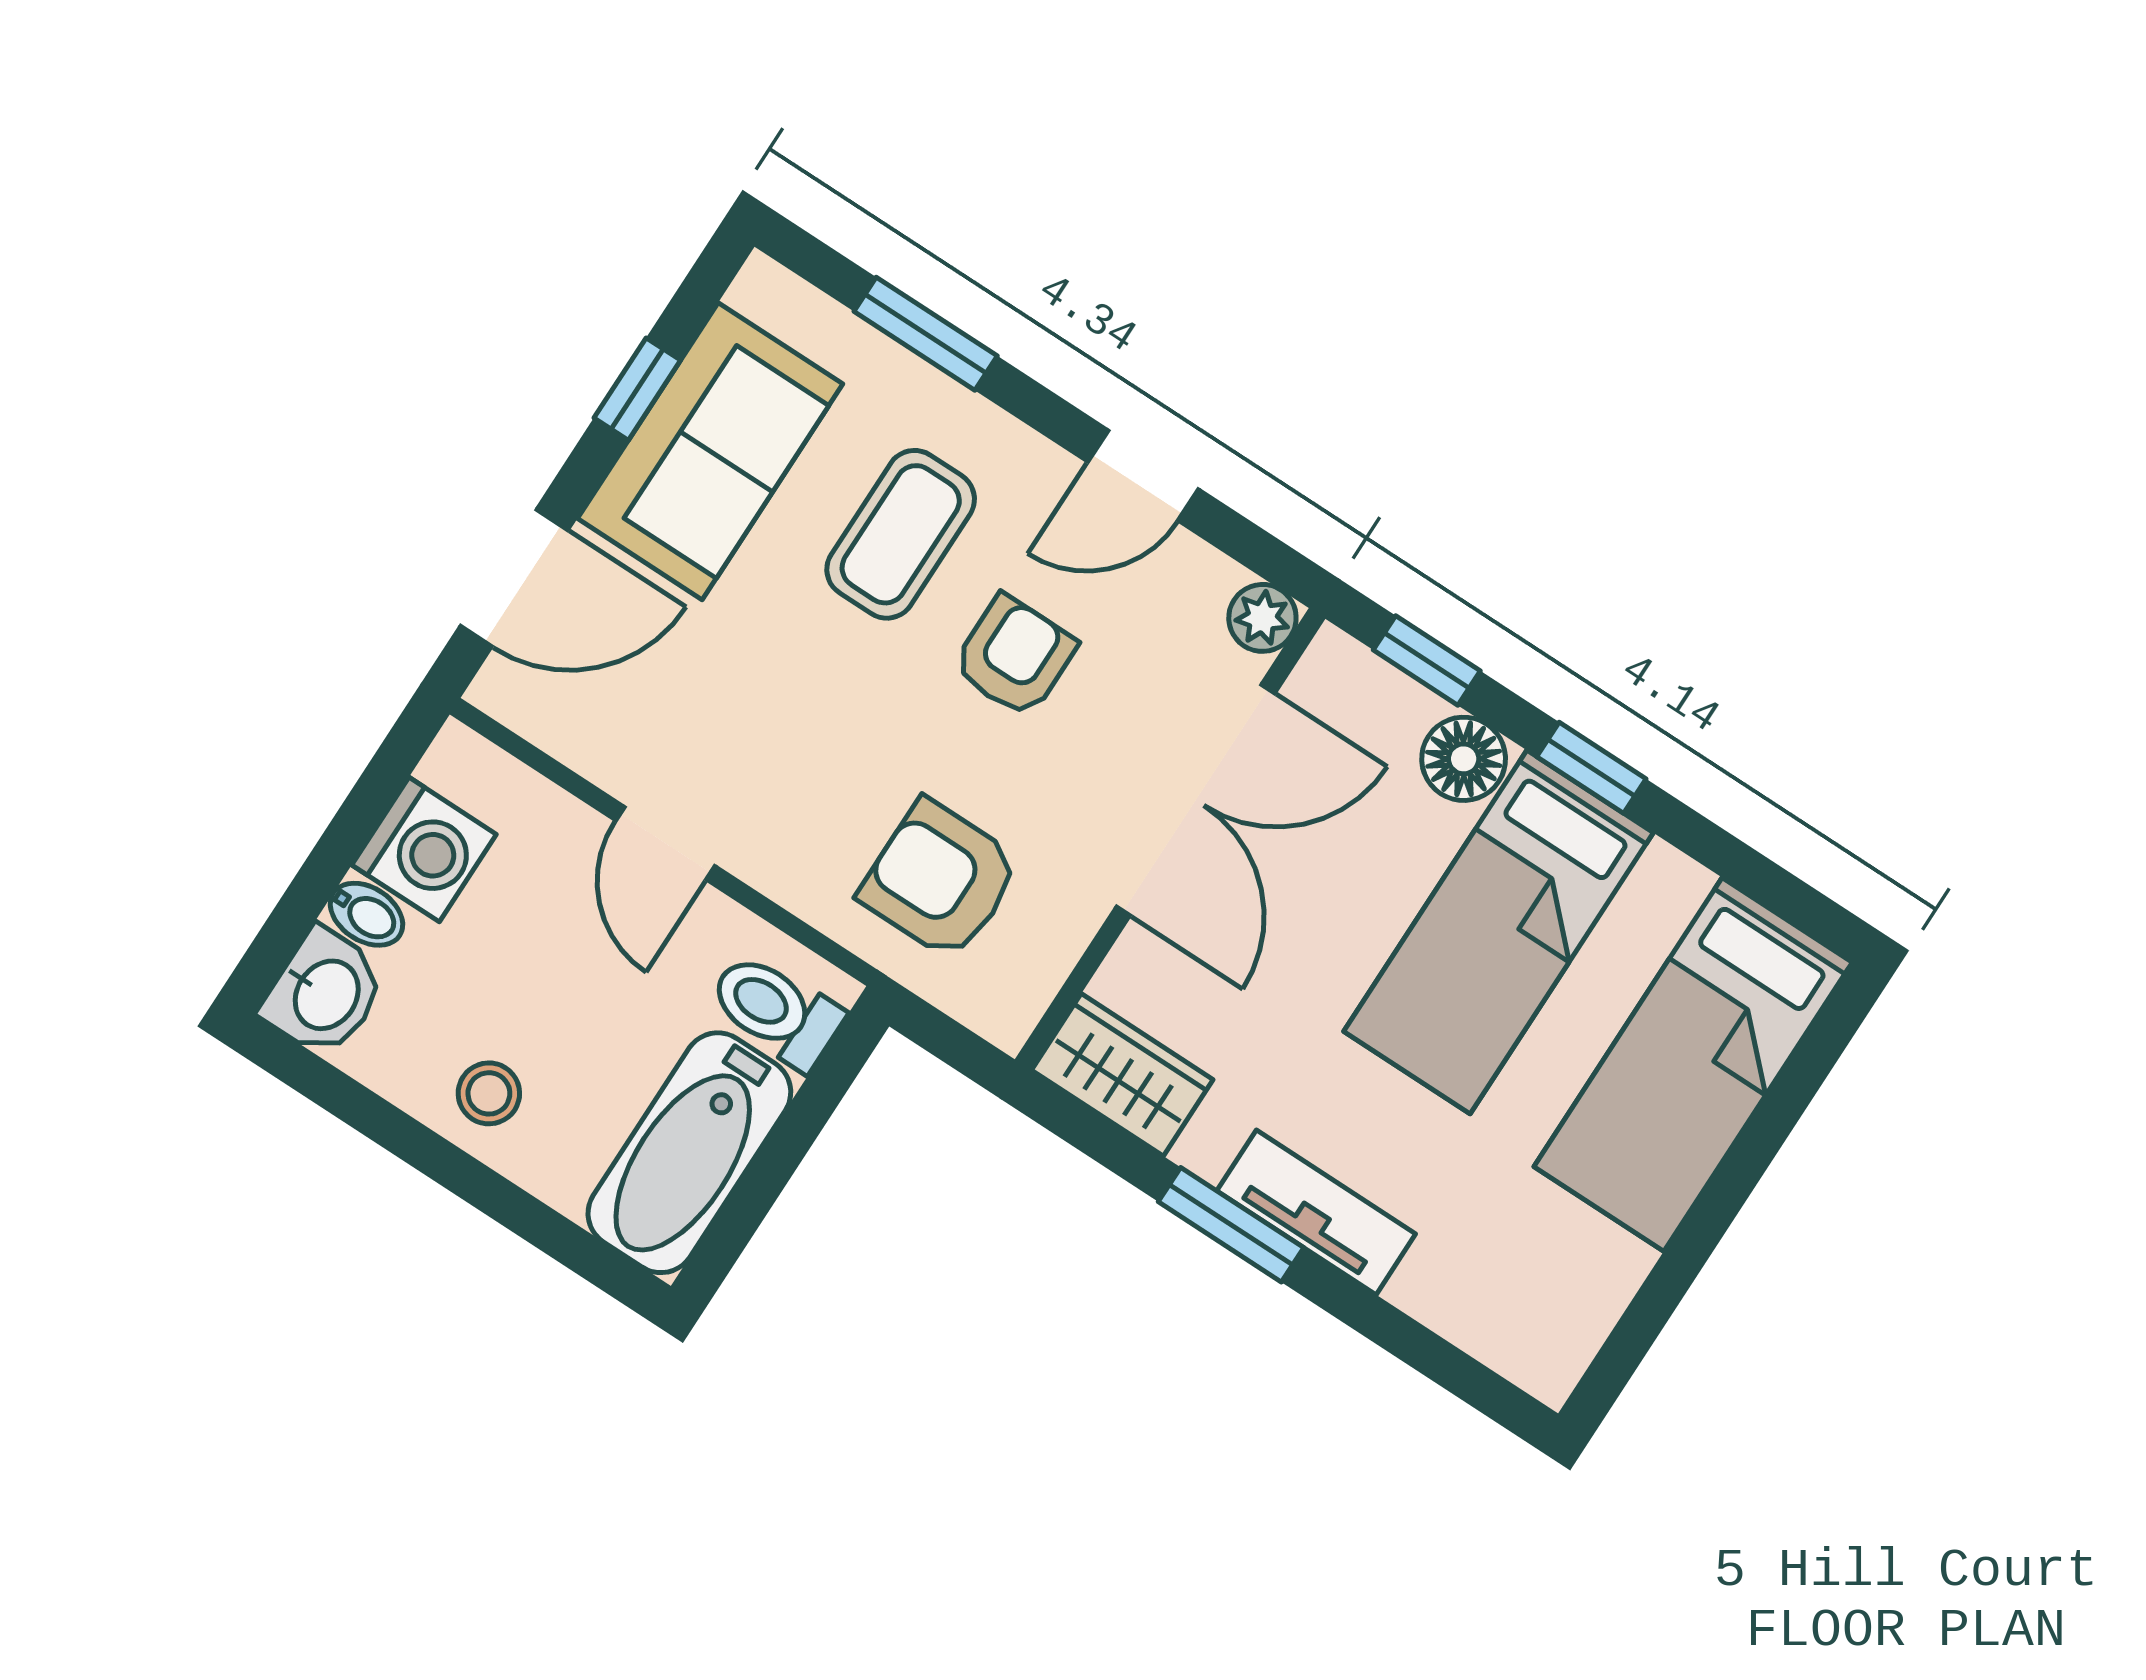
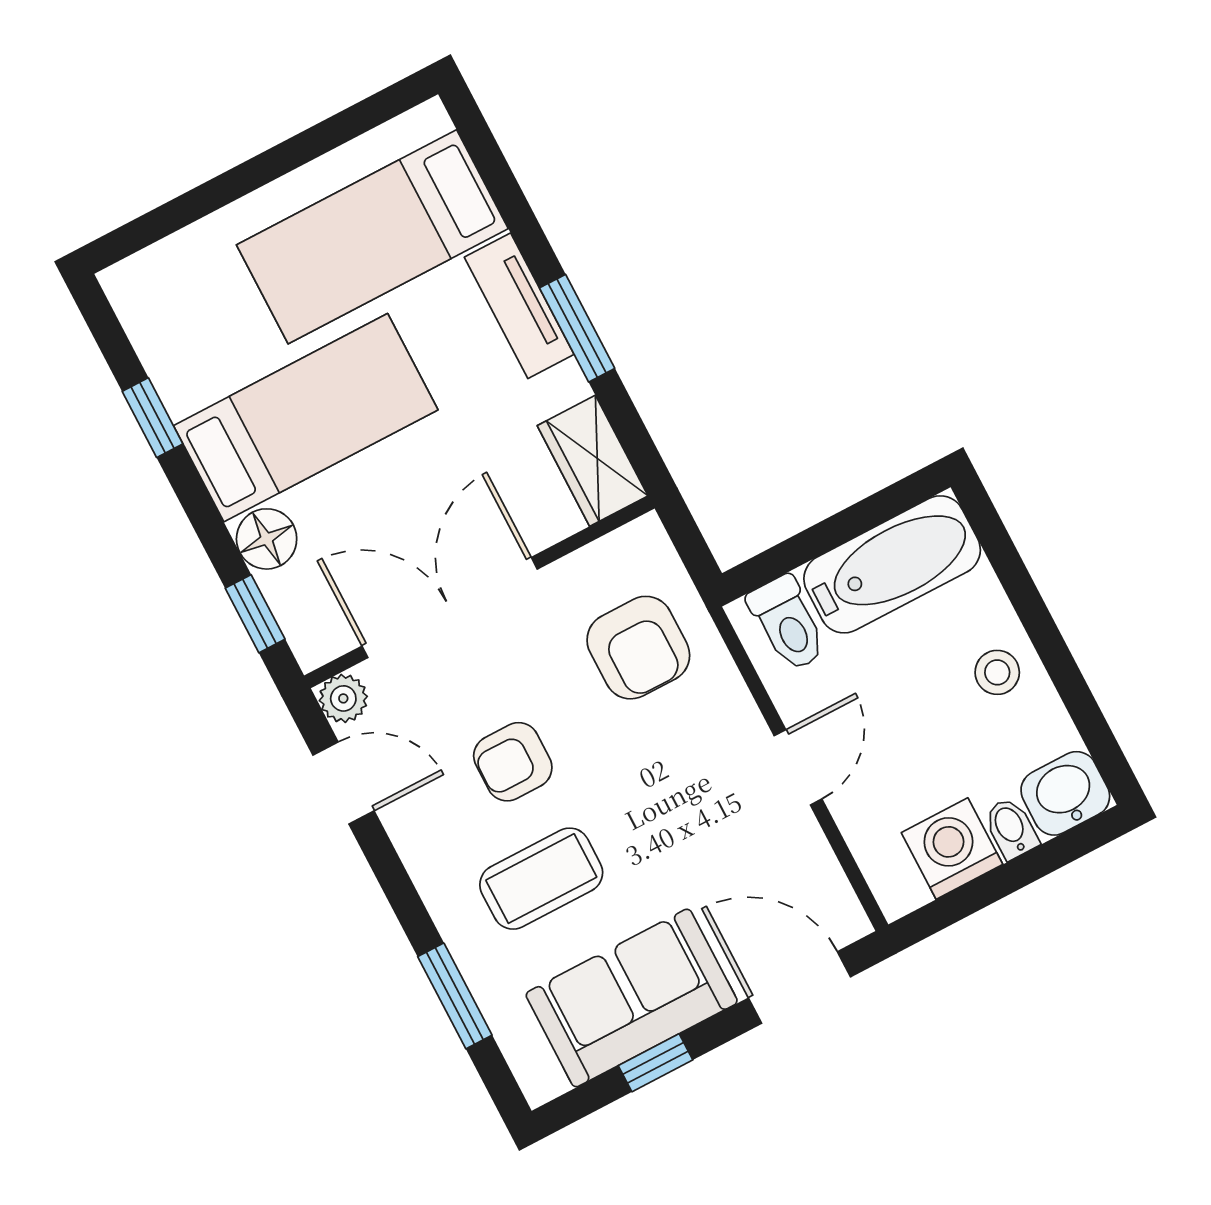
door: (1143, 476) -> (344, 783), moved
window: (1591, 768) -> (153, 418), moved
bed: (1693, 1064) -> (372, 237), moved, turned 180

